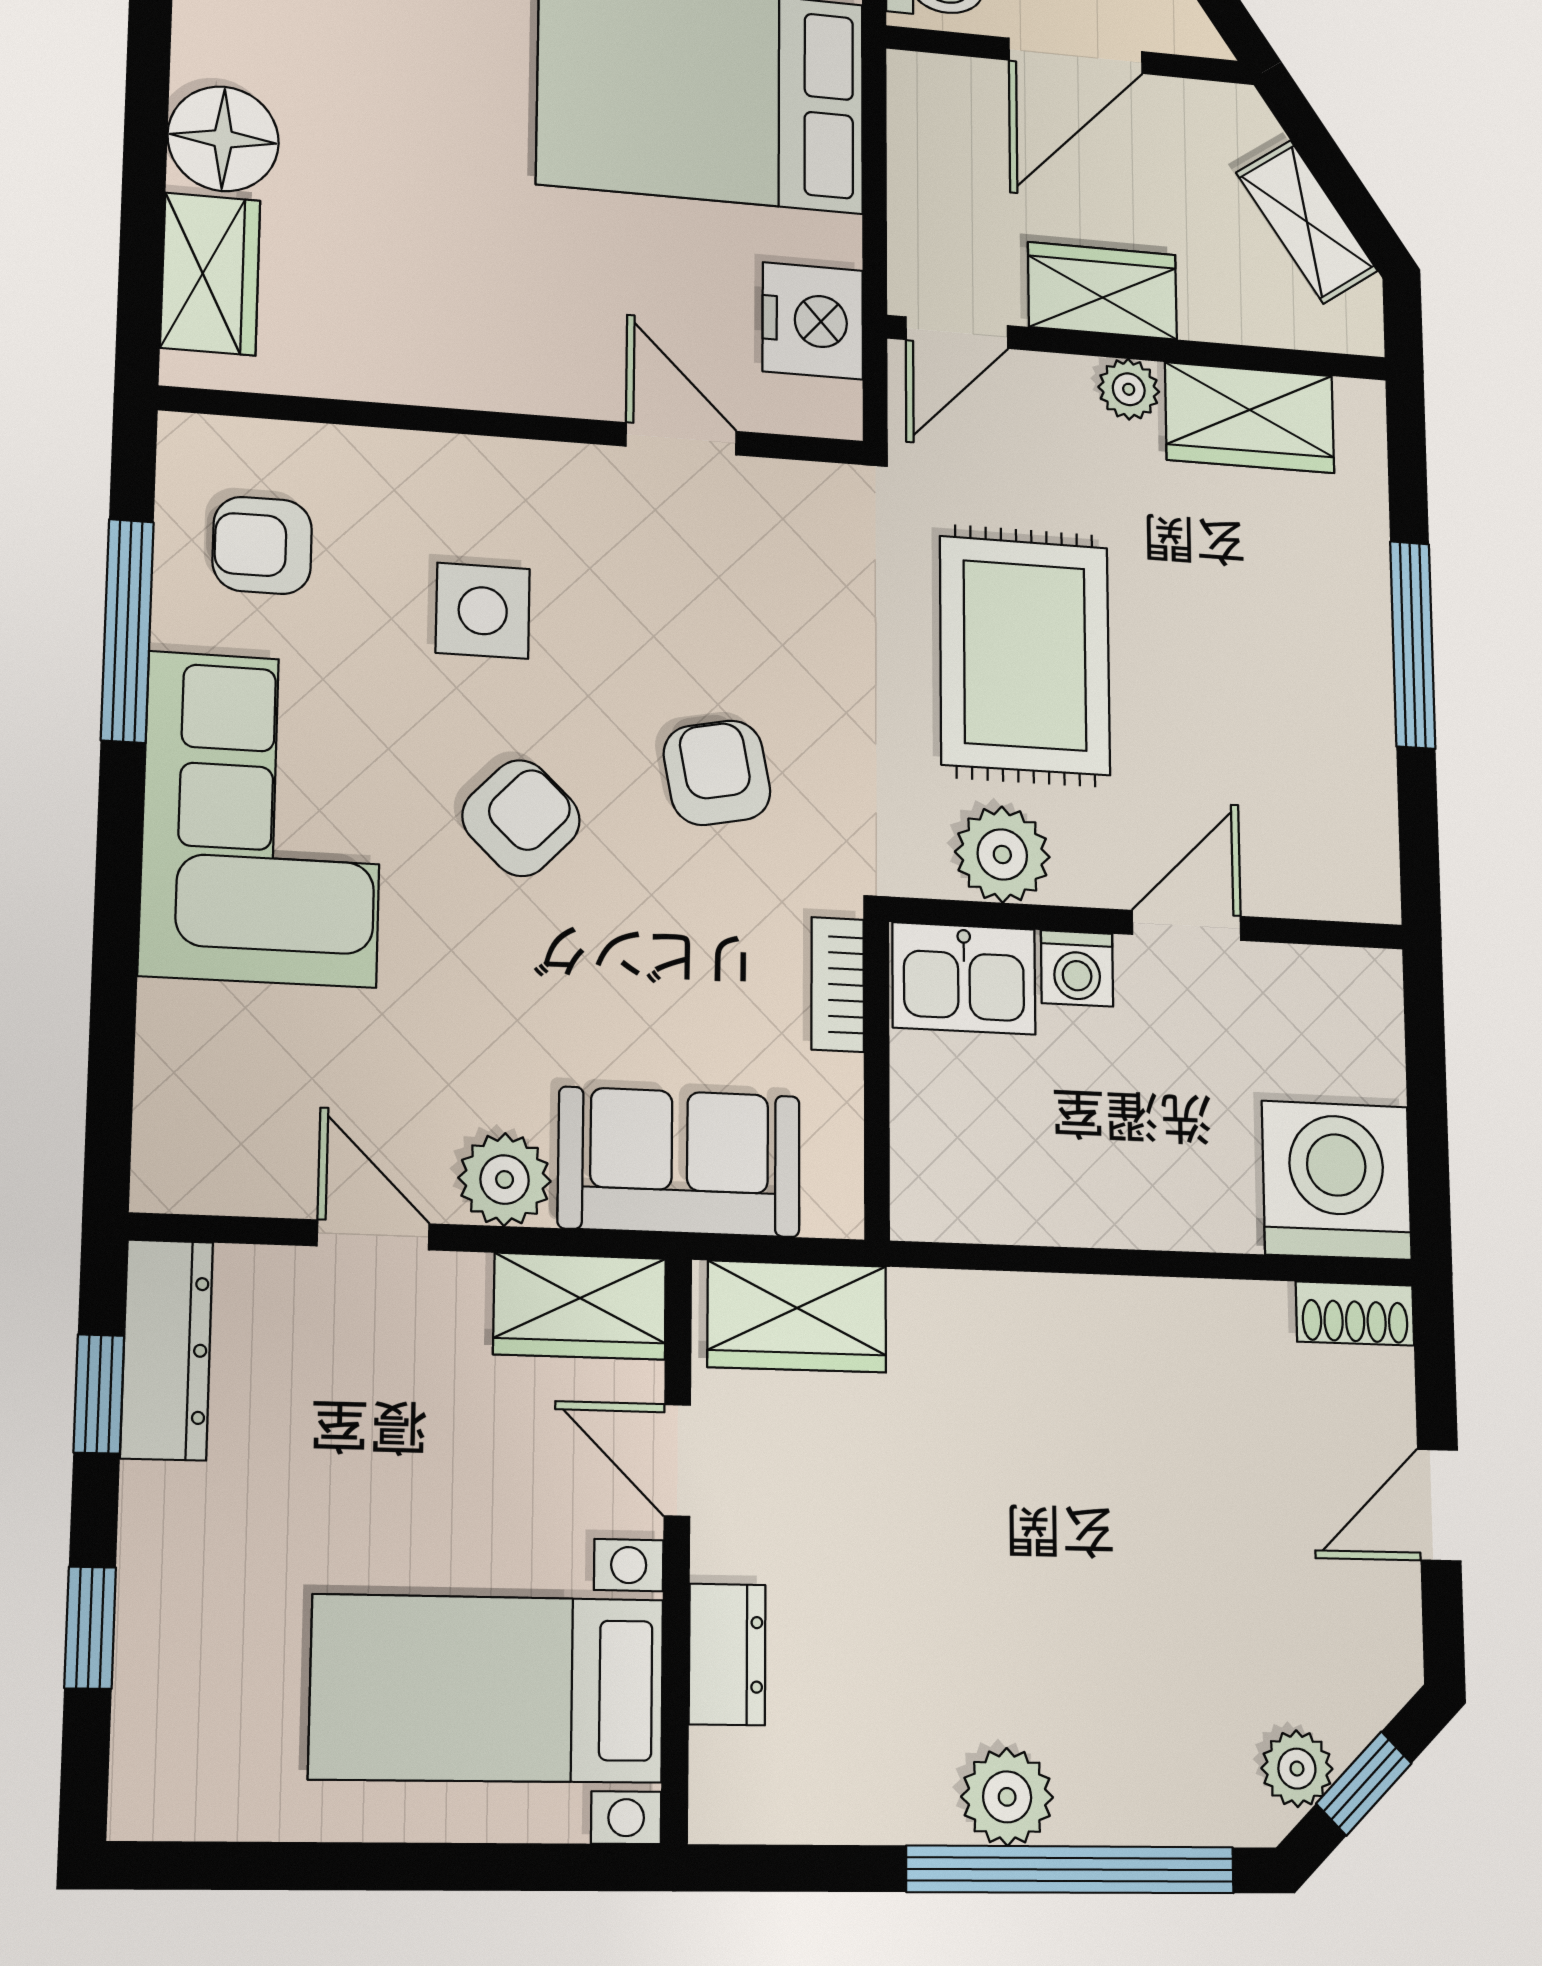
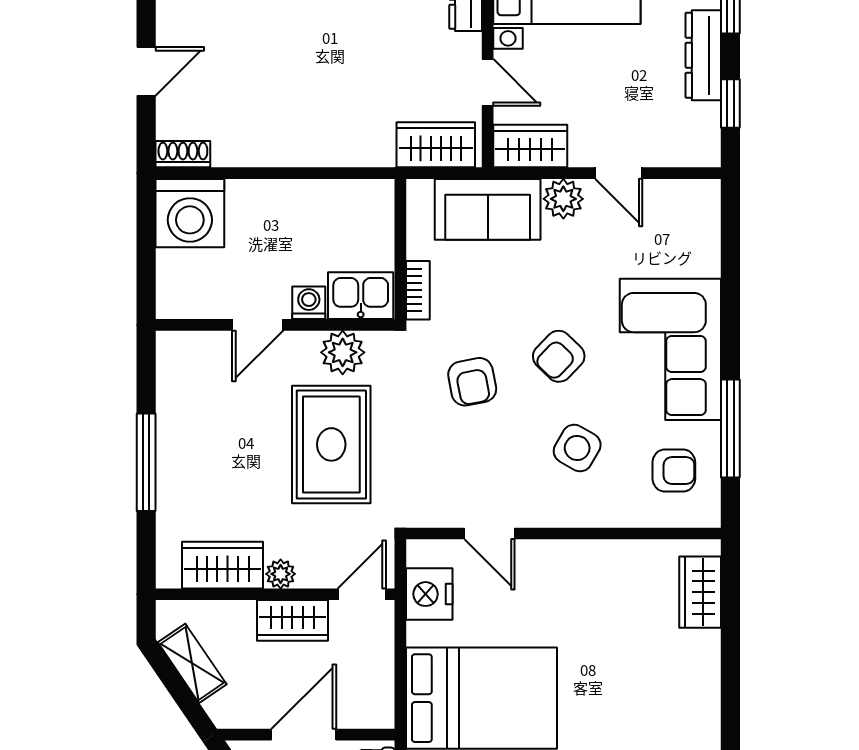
floor lamp: (223, 139) -> (696, 655), removed
side table: (483, 611) -> (577, 448), turned 30
dresser: (167, 1350) -> (703, 55), moved

